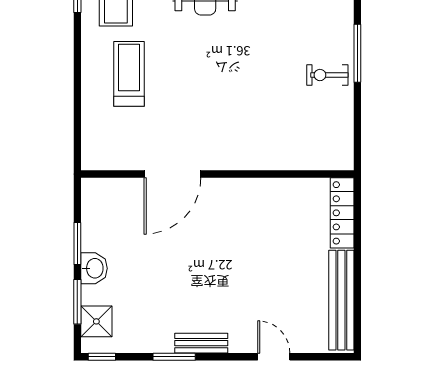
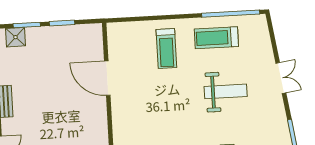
treadmill: (129, 74) -> (166, 49), turned 90
washbasin: (94, 268) -> (48, 34), removed

